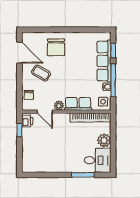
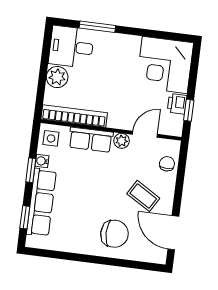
chair: (56, 47) -> (114, 234), turned 90
window: (113, 80) -> (31, 170), width x0.46
door: (45, 112) -> (145, 134), hinge flipped
printer: (27, 121) -> (177, 104), moved
corner desk: (38, 156) -> (165, 65), added

